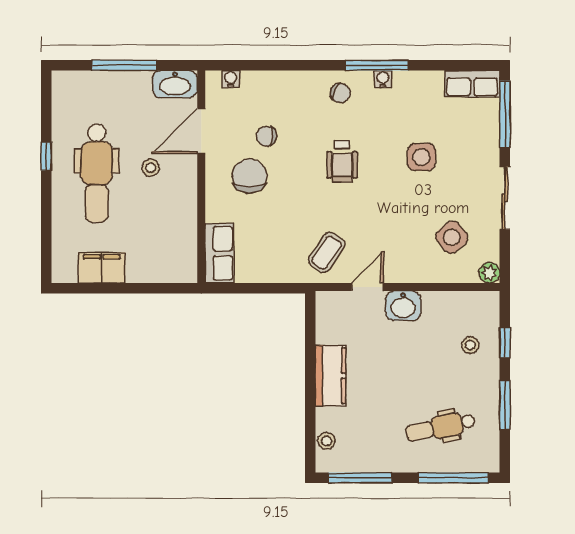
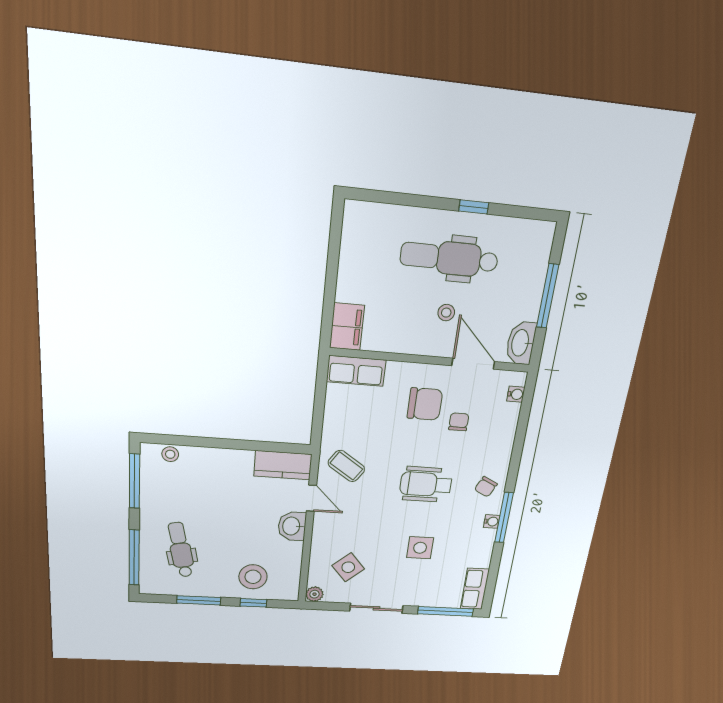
wheelchair: (342, 162) -> (426, 484), width x1.36, depth x1.37
filing cabinet: (102, 268) -> (347, 327), moved
stool: (470, 345) -> (253, 577), width x1.89, depth x1.89
kitchen counter: (330, 376) -> (283, 465), moved

